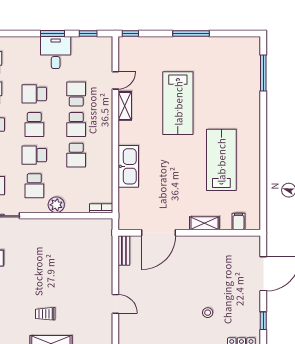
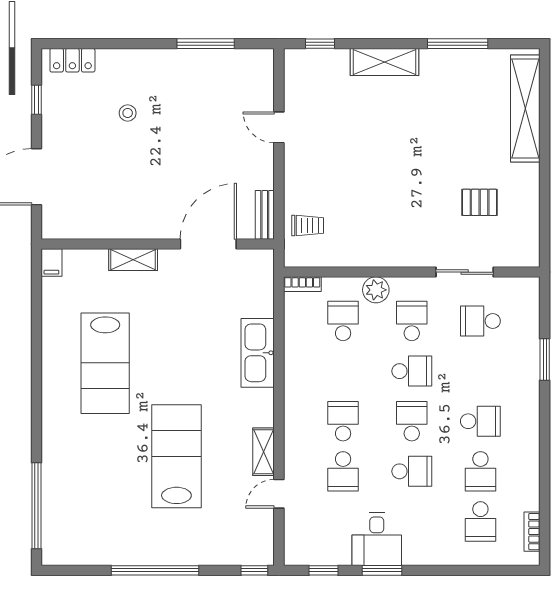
window: (191, 34) -> (155, 570), width x1.46
window: (263, 73) -> (36, 506), width x1.46
school desk: (76, 155) -> (343, 321), moved
filing cabinet: (238, 221) -> (51, 262), moved
trolley: (45, 314) -> (308, 225), moved

